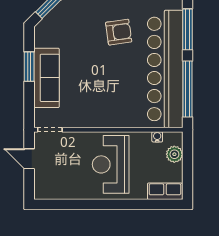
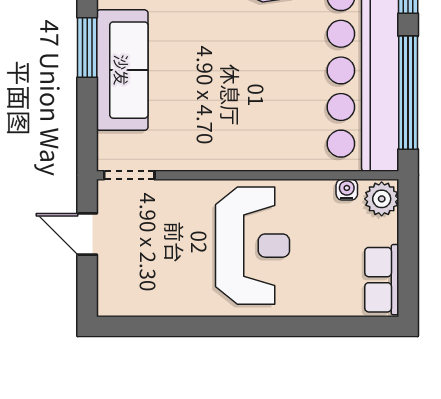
plant: (174, 154) -> (382, 199), moved
reception desk: (111, 164) -> (252, 246), turned 180
row of seats: (165, 191) -> (382, 280), moved, turned -90

